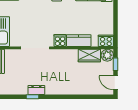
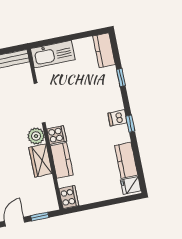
plant: (107, 55) -> (36, 136), moved
wardrobe: (89, 56) -> (41, 160), moved

